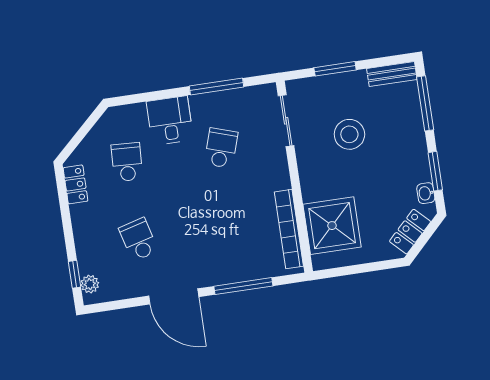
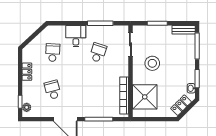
stool: (349, 134) -> (152, 63), moved
locker: (75, 184) -> (27, 72), moved

